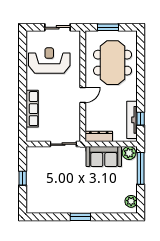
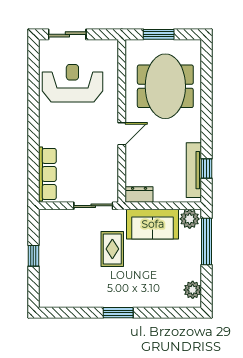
sliding door: (58, 27) -> (67, 34), moved
row of seats: (32, 109) -> (47, 174), moved
dresser: (99, 136) -> (139, 194), width x0.70
rug: (76, 174) -> (112, 249), added

